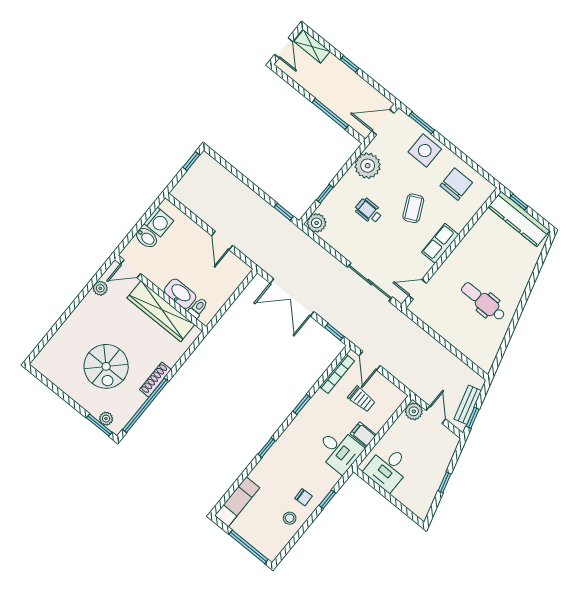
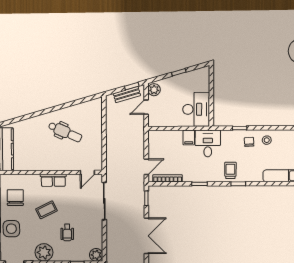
chair: (456, 184) -> (15, 198), turned 90
door: (417, 289) -> (87, 172), hinge flipped
dental chair: (483, 301) -> (65, 132), turned -66
trolley: (362, 399) -> (230, 170), moved
plant: (414, 411) -> (154, 90), moved
desk: (388, 468) -> (196, 109), width x1.37

